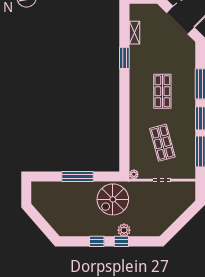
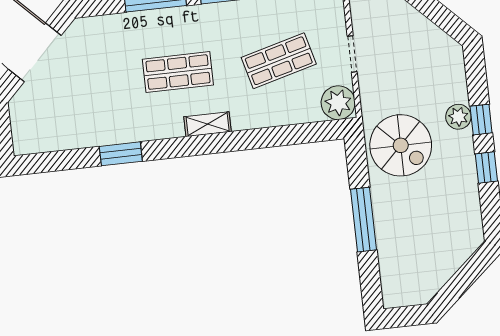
shelving: (134, 33) -> (208, 124), moved
plant: (134, 174) -> (338, 103), width x1.88, depth x1.88

